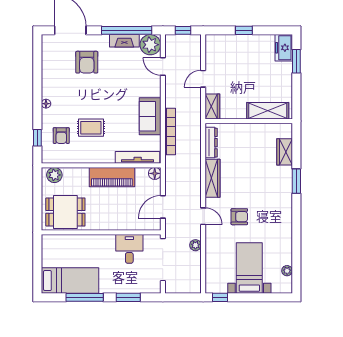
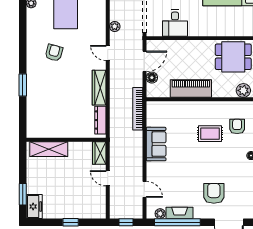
plant: (150, 45) -> (160, 214), width x0.53, depth x0.53
door: (203, 79) -> (108, 178), swing flipped
bookcase: (170, 131) -> (138, 109), moved
wardrobe: (285, 152) -> (33, 112), removed
tv unit: (138, 157) -> (167, 107), removed
floor lamp: (155, 173) -> (152, 78), moved
armchair: (239, 217) -> (54, 53), moved, turned 105

